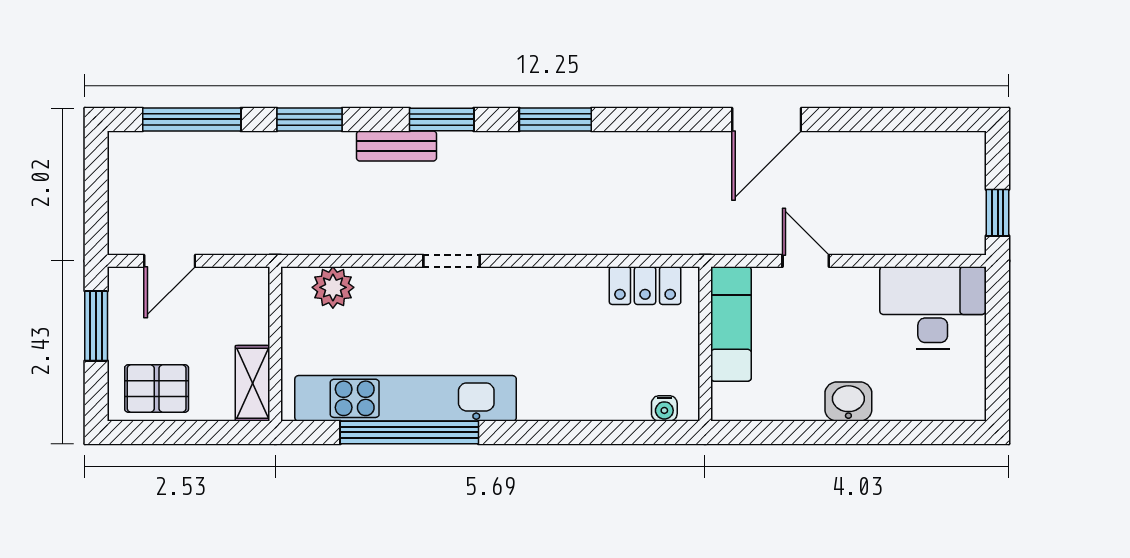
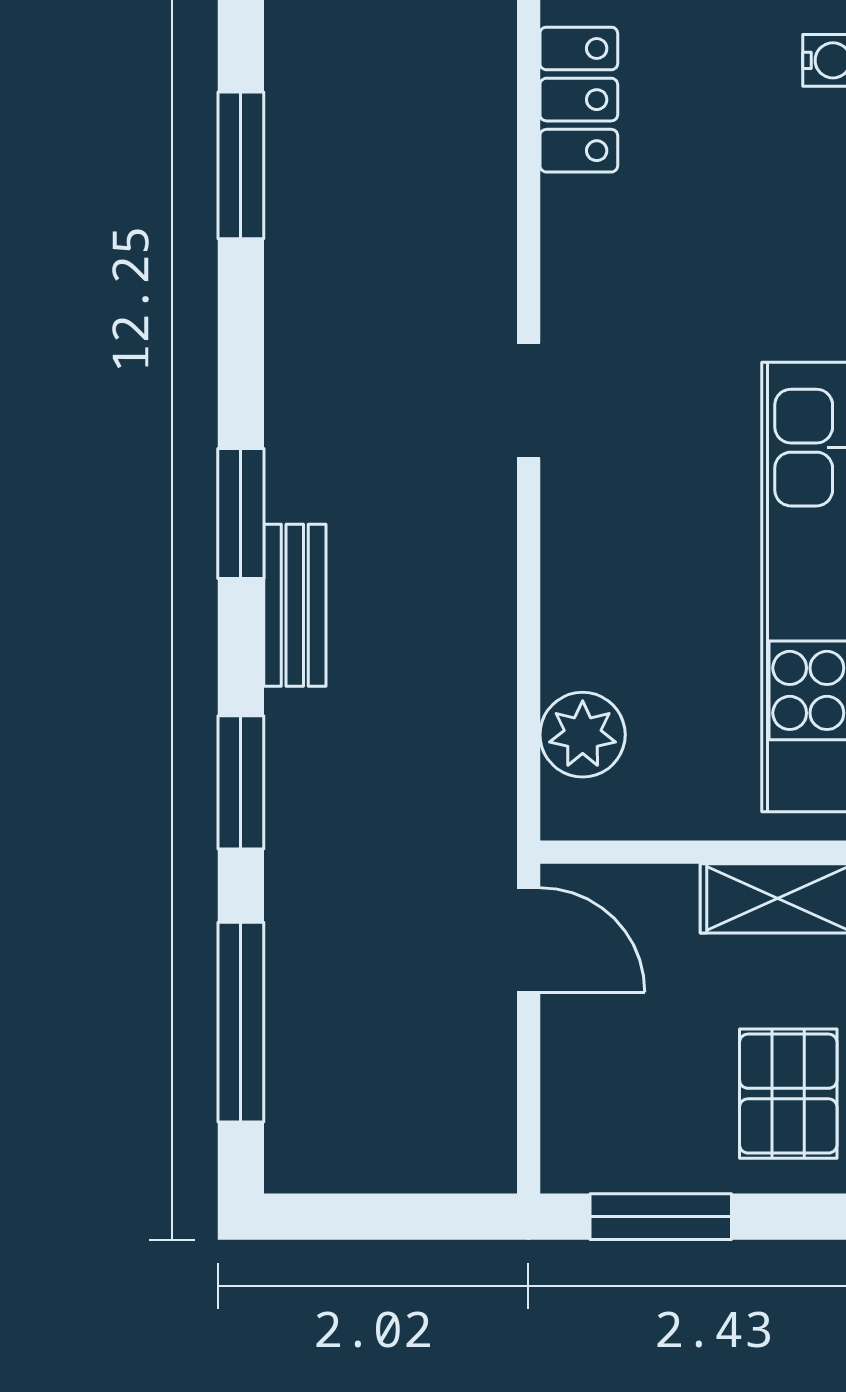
window: (555, 119) -> (241, 165), moved
door: (170, 261) -> (529, 940), moved
doorway: (451, 261) -> (529, 401), moved

